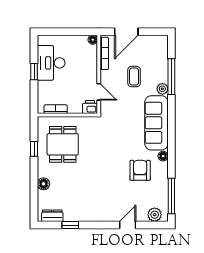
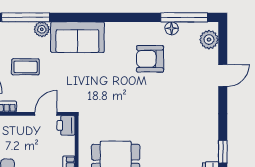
sofa: (156, 123) -> (77, 37), width x0.73
floor lamp: (163, 156) -> (172, 28), moved
door: (128, 225) -> (223, 75), swing flipped

